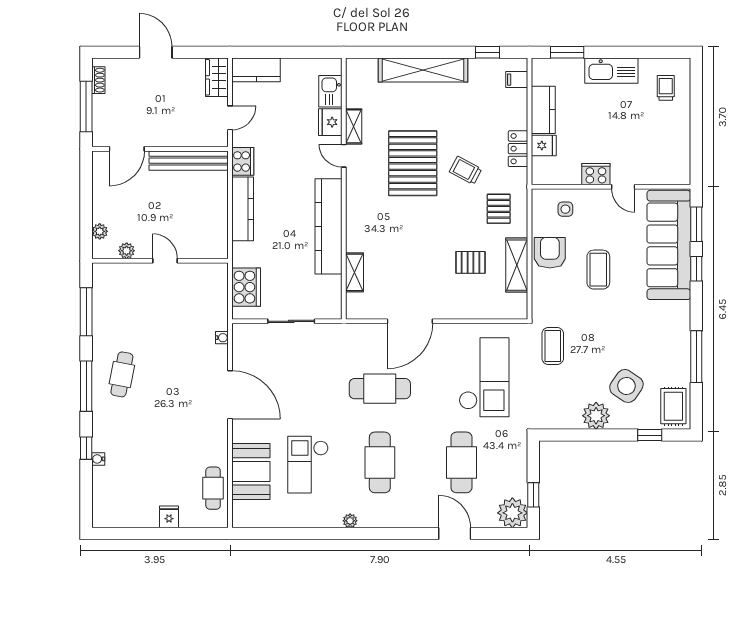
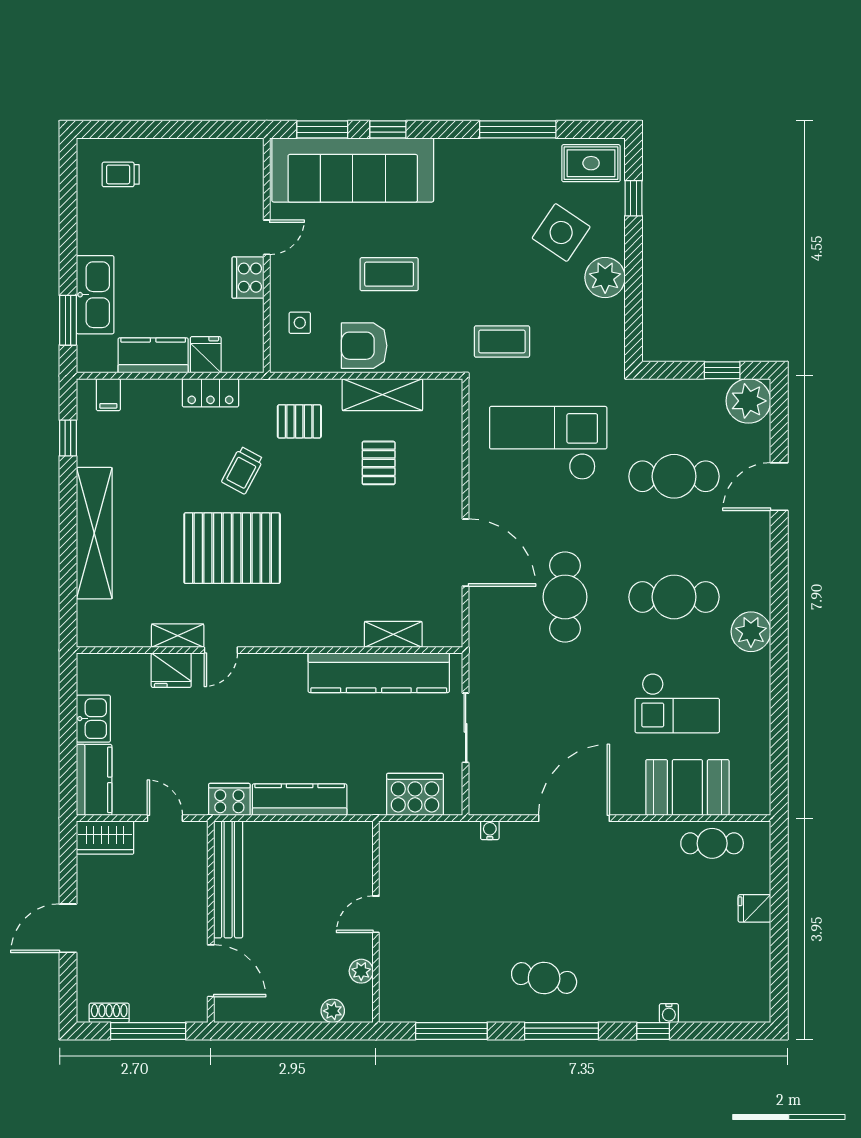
kitchen sink: (611, 71) -> (95, 295), moved
kitchen sink: (330, 91) -> (93, 719), moved, turned -90
kitchen counter: (329, 226) -> (379, 673), moved
plant: (350, 521) -> (751, 632), width x1.88, depth x1.88

